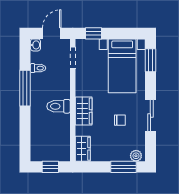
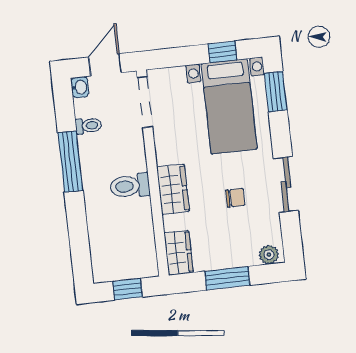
window: (93, 33) -> (222, 52), moved
doorway: (73, 58) -> (145, 102), width x1.38
window: (123, 167) -> (227, 278), moved

